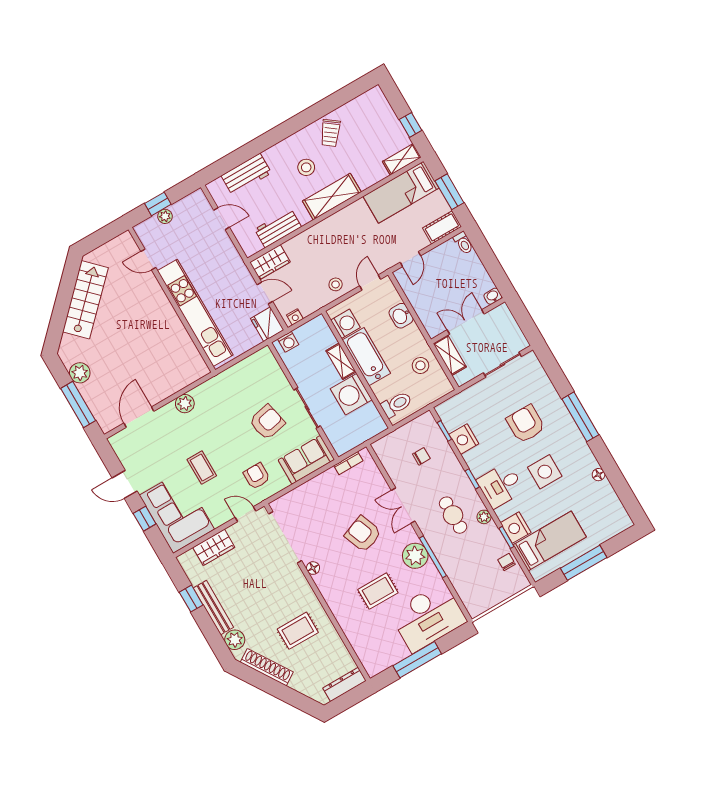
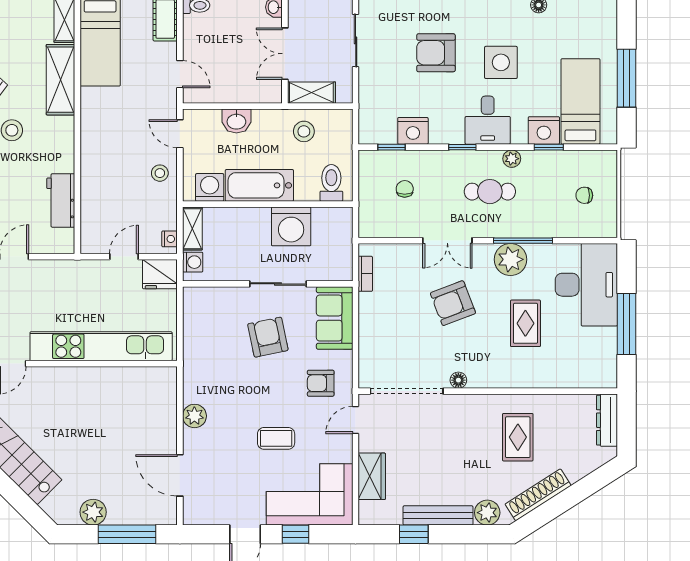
shelving: (332, 197) -> (60, 80), moved
wardrobe: (270, 262) -> (93, 231), removed
shelving: (341, 361) -> (192, 229), moved, turned 90
chair: (507, 562) -> (584, 195), moved

